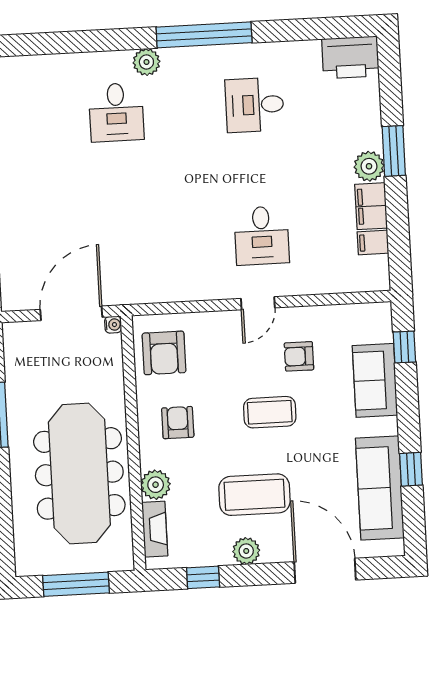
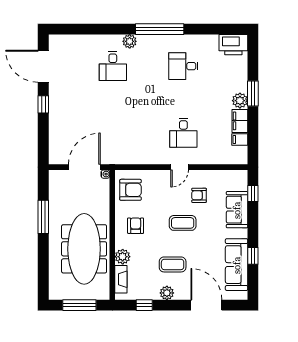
armchair: (164, 353) -> (130, 190), turned -90
coffee table: (254, 495) -> (173, 264), width x0.73, depth x0.76

